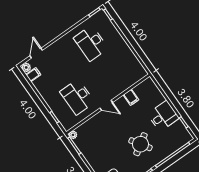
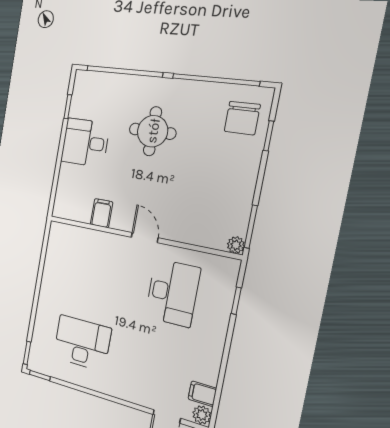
desk: (91, 43) -> (82, 343), turned -90
round table: (140, 144) -> (153, 131), turned 33

